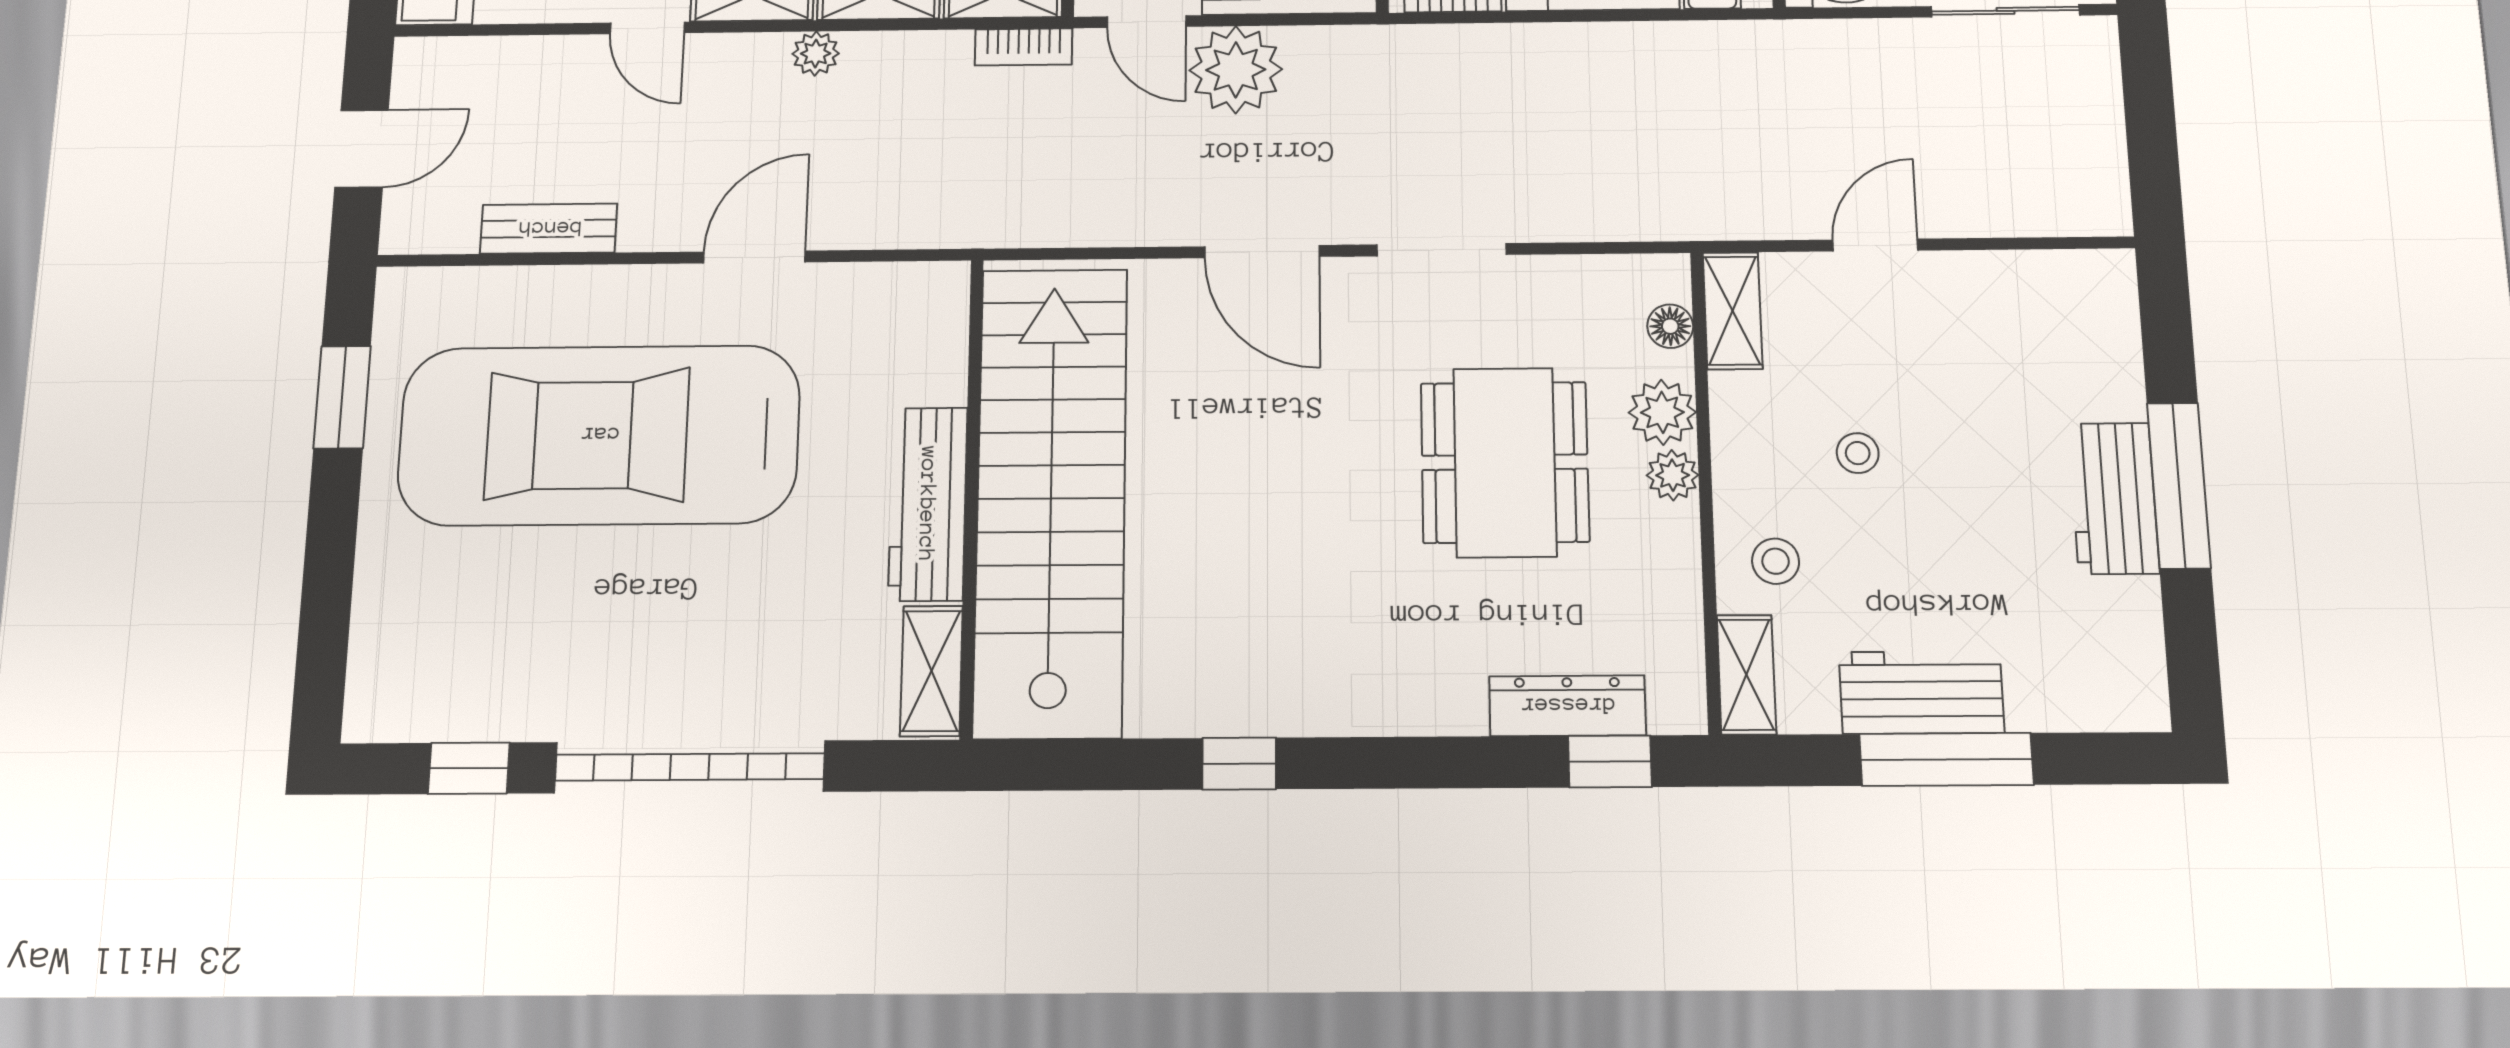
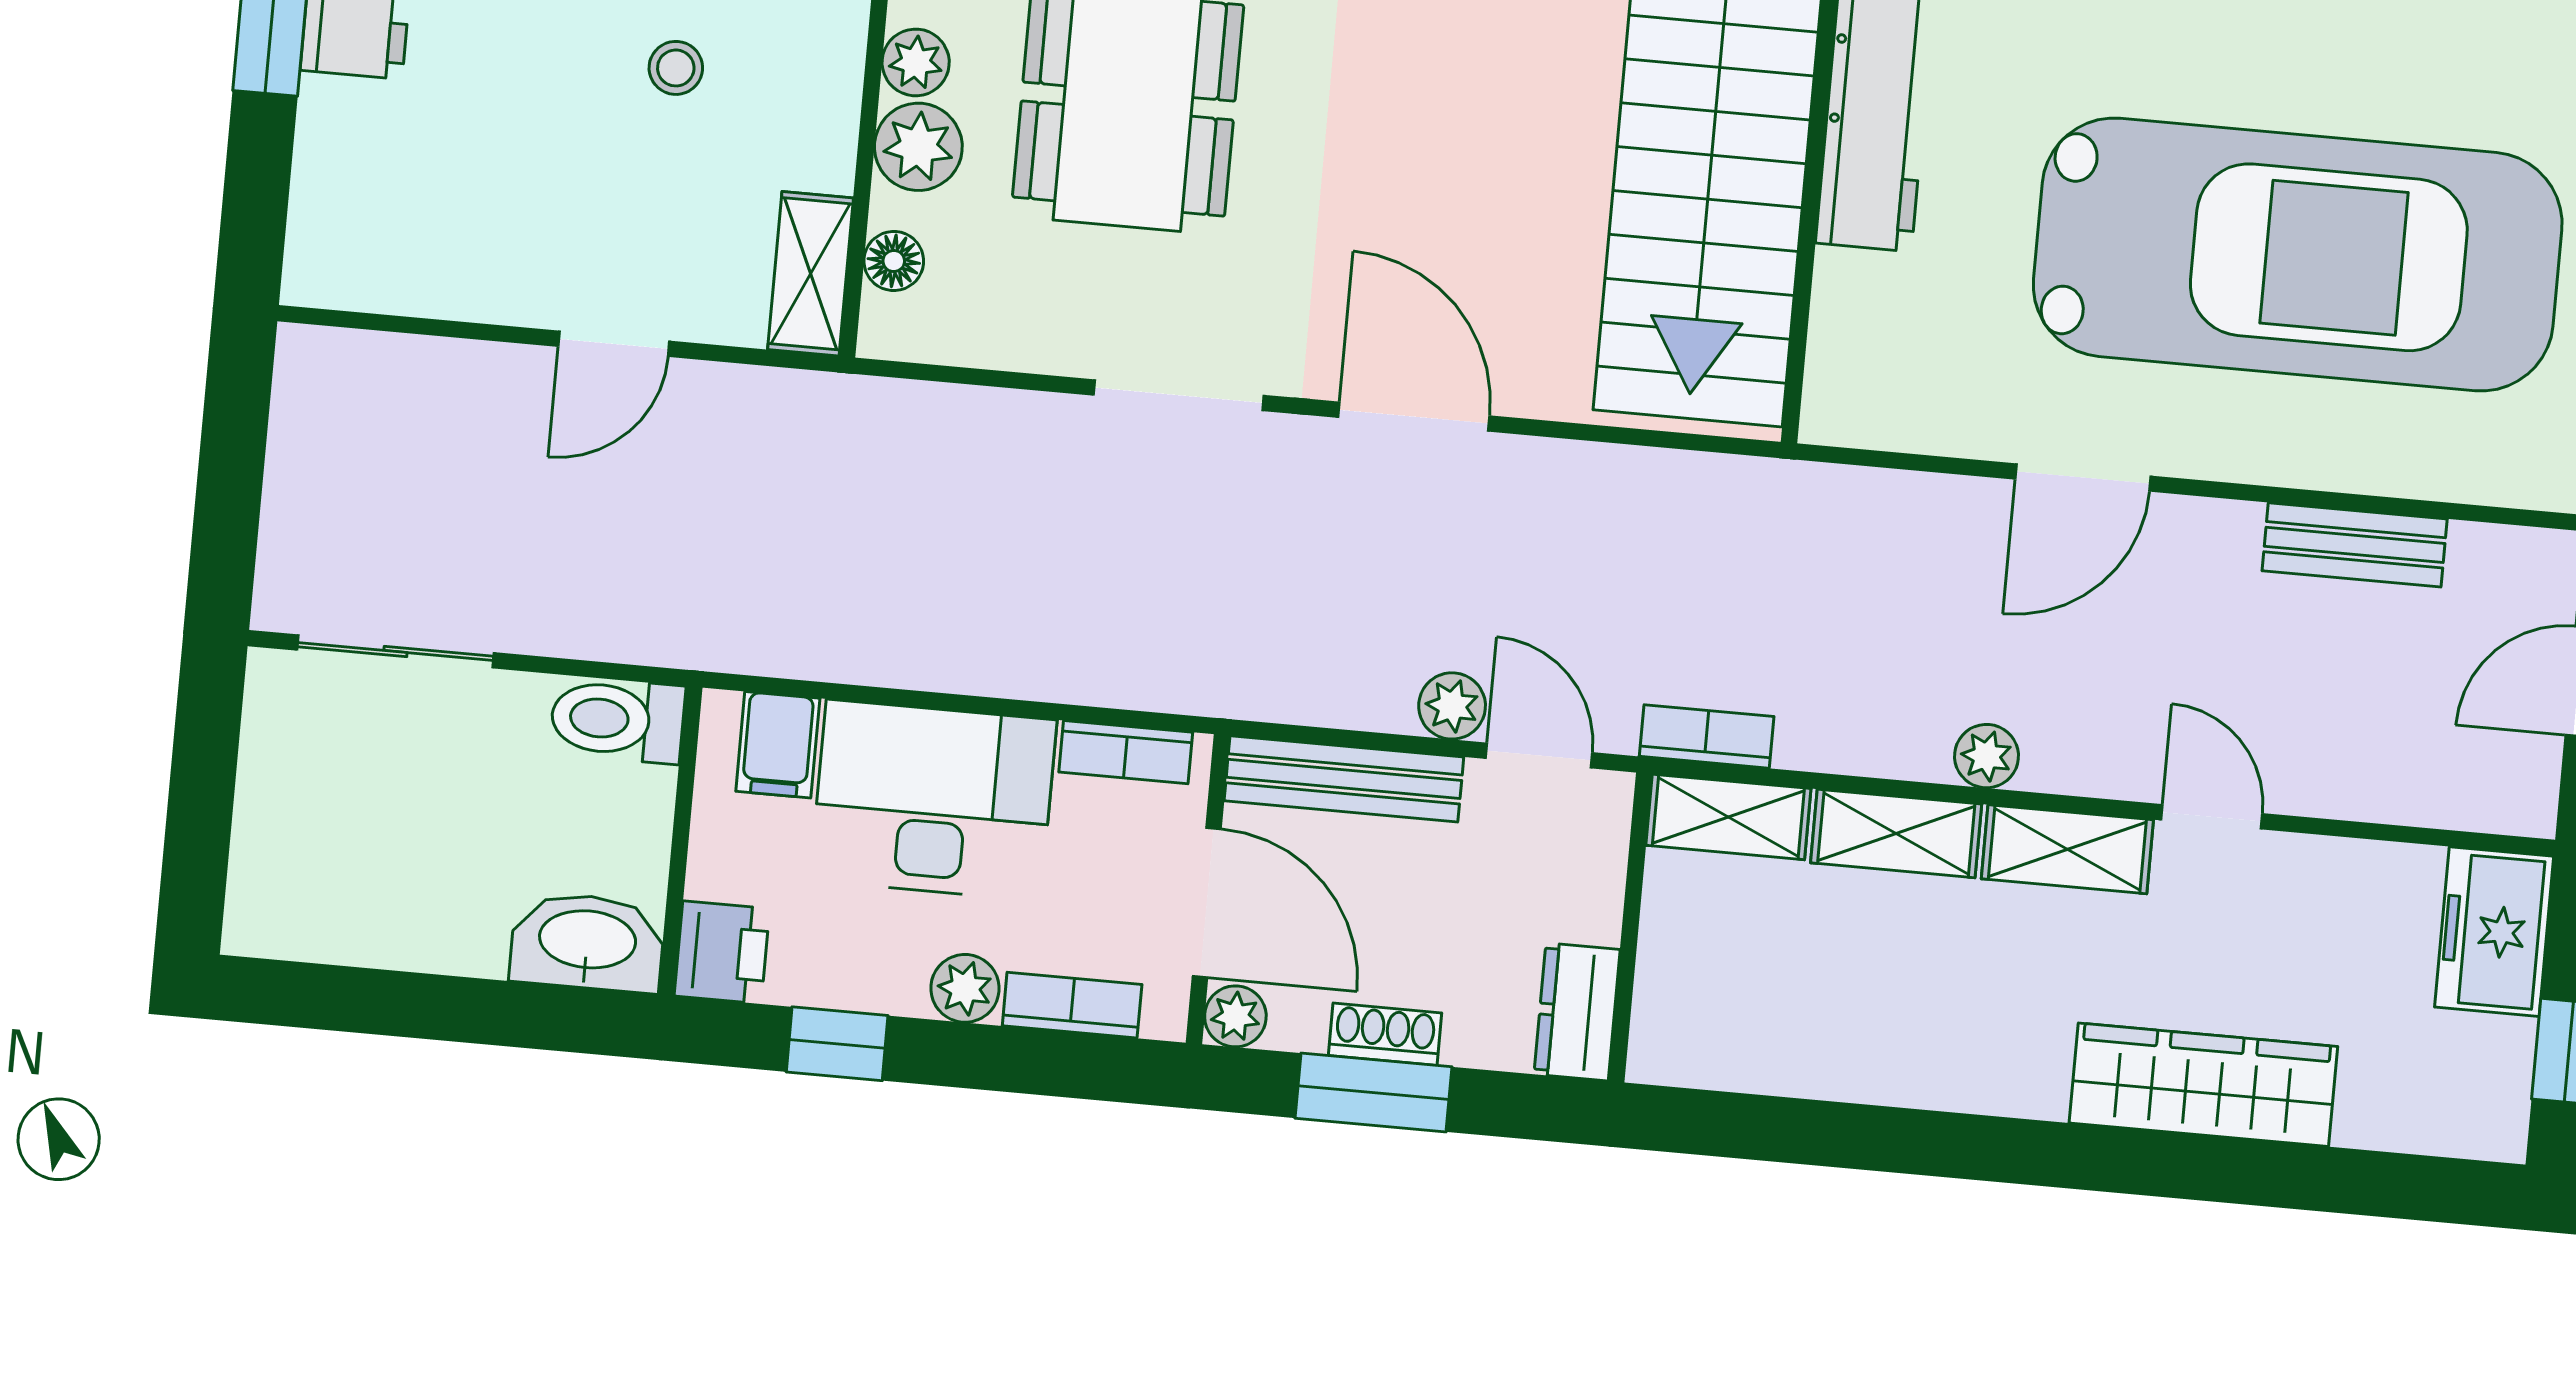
plant: (1236, 70) -> (1452, 706), width x0.53, depth x0.53

